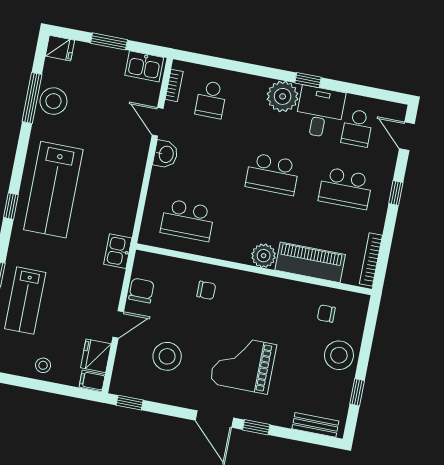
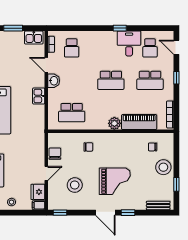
plant: (283, 96) -> (108, 39), removed
kitchen sink: (118, 251) -> (39, 96), moved
grand piano: (243, 364) -> (115, 181), turned 180

